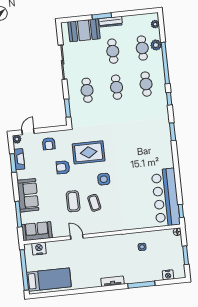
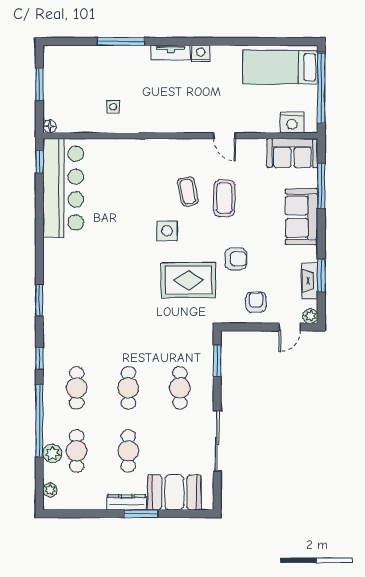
nightstand: (168, 275) -> (201, 53), moved

